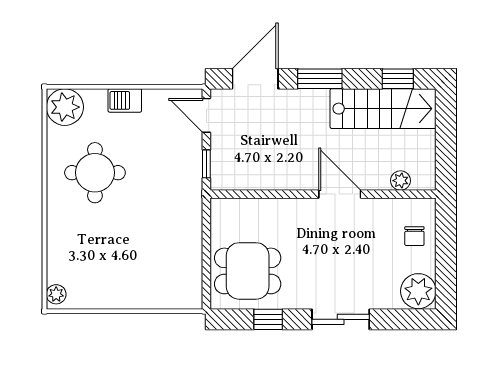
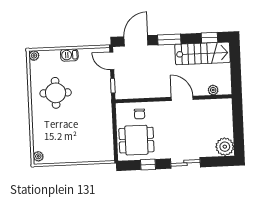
plant: (65, 107) -> (34, 56), width x0.53, depth x0.53
chair: (414, 236) -> (140, 114), moved

